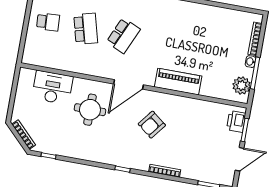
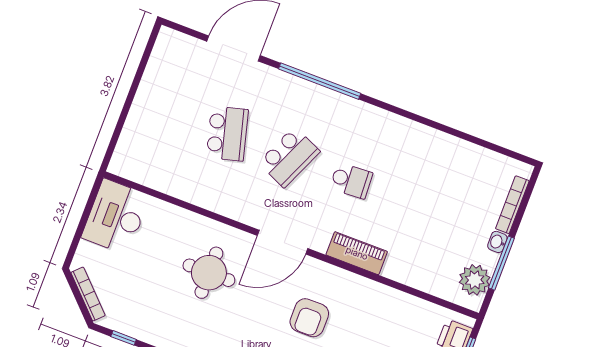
school desk: (48, 22) -> (351, 181), moved
piano: (178, 82) -> (357, 253), width x0.73, depth x0.75
desk: (52, 88) -> (116, 217), moved, turned -90
armchair: (152, 125) -> (309, 318), turned -38

